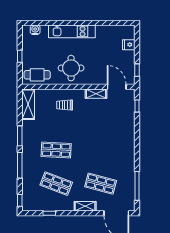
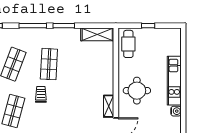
water cooler: (35, 30) -> (176, 111), moved
round table: (71, 68) -> (137, 91), moved
trolley: (65, 105) -> (41, 94), moved

